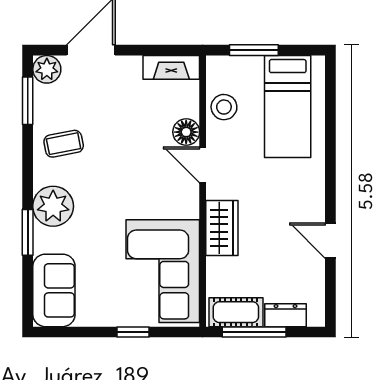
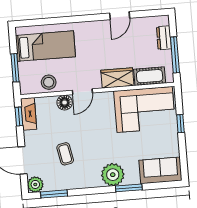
window: (168, 50) -> (19, 116), added
coffee table: (64, 144) -> (65, 154), moved
cot: (236, 312) -> (150, 76), moved, turned 90

